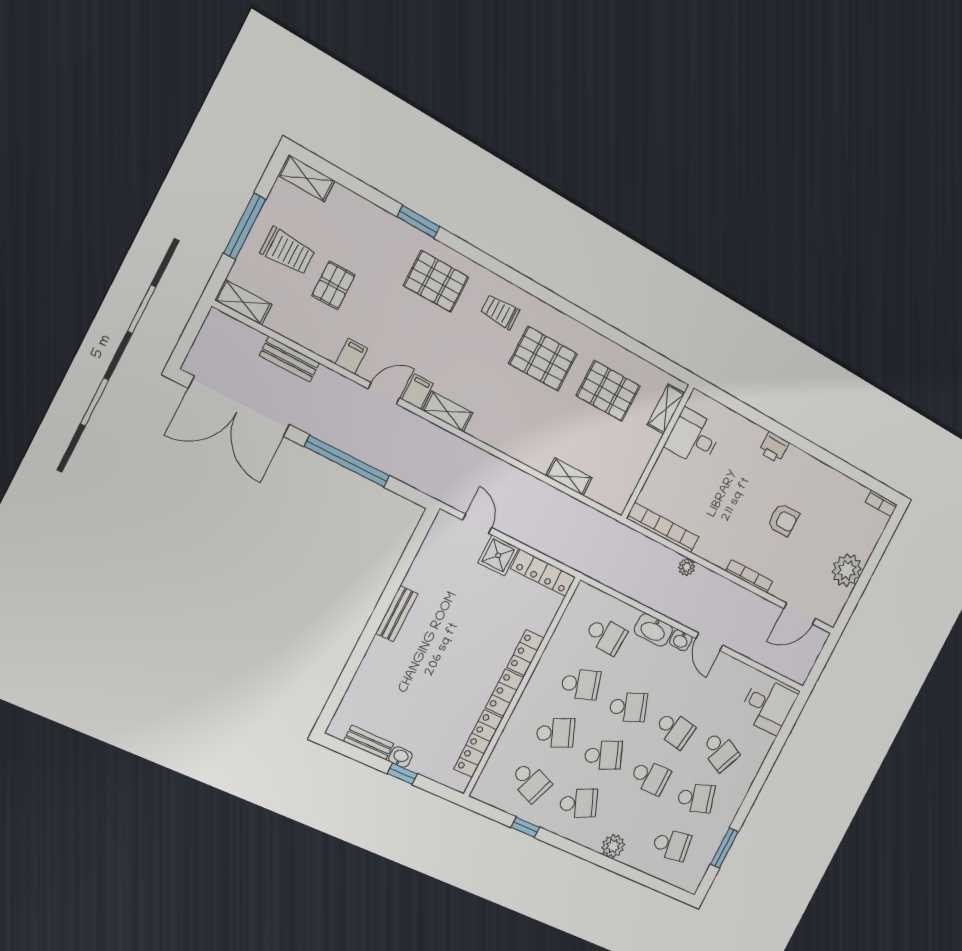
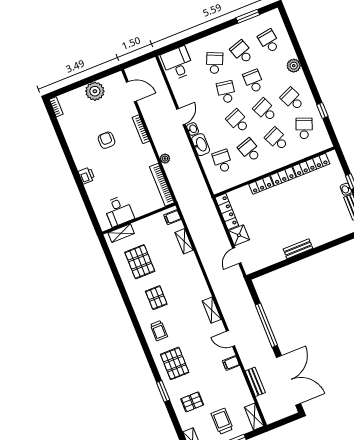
pallet: (333, 285) -> (192, 402), moved
pallet: (543, 359) -> (156, 298), width x0.67, depth x0.71
filing cabinet: (417, 392) -> (172, 217), moved

